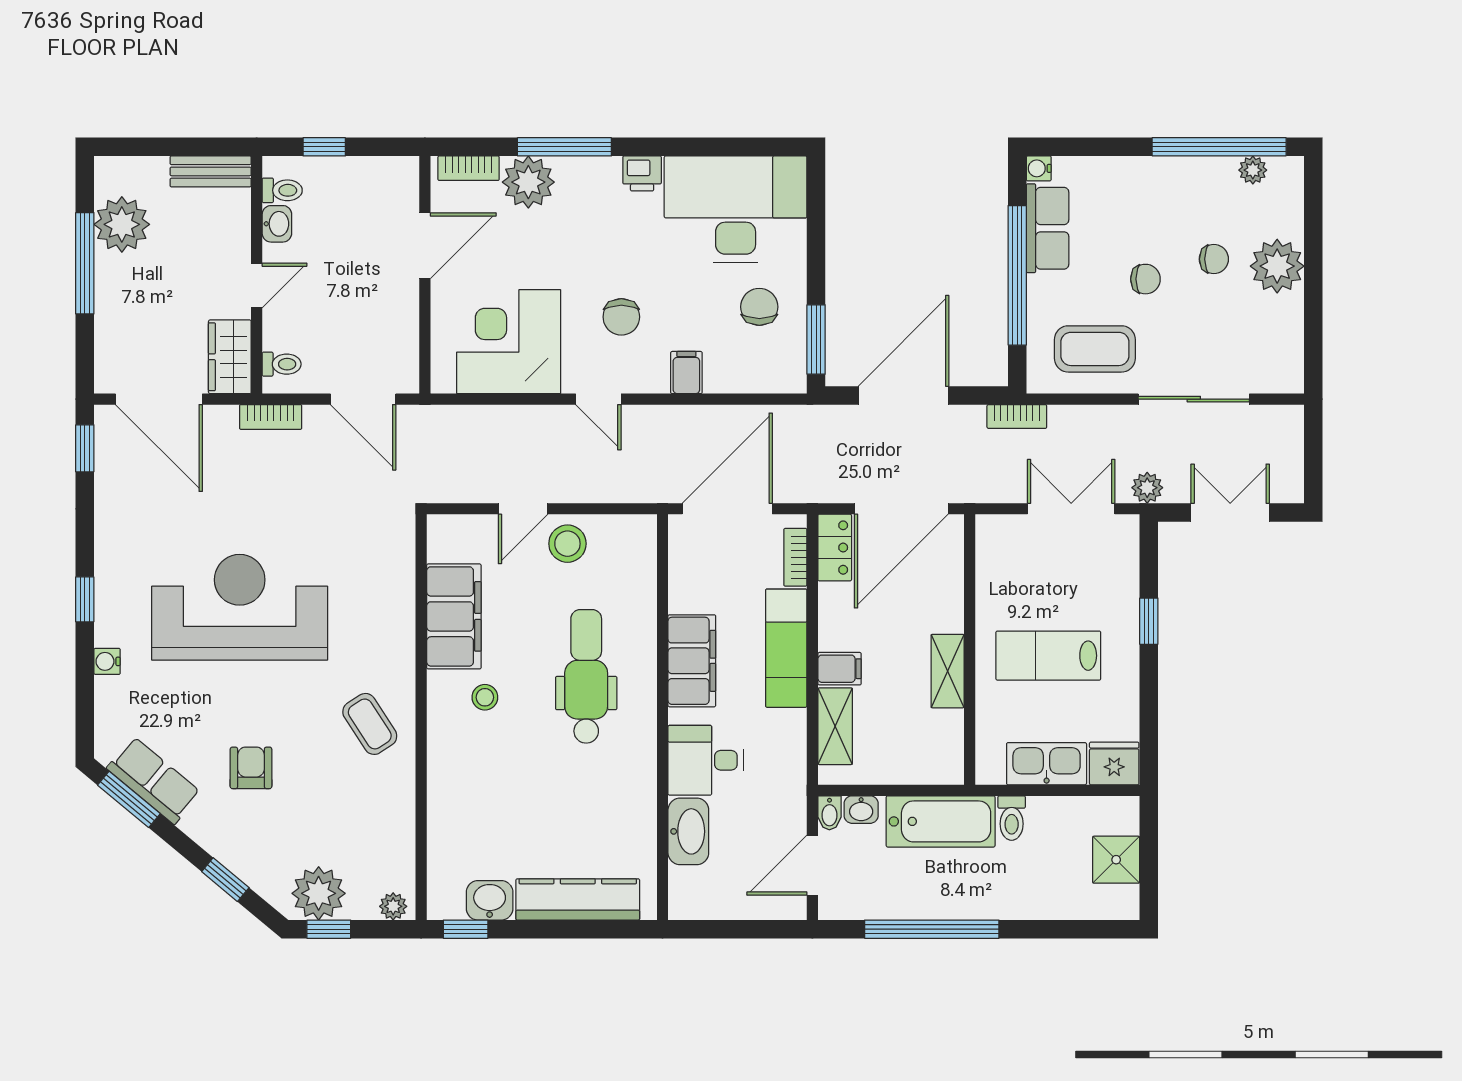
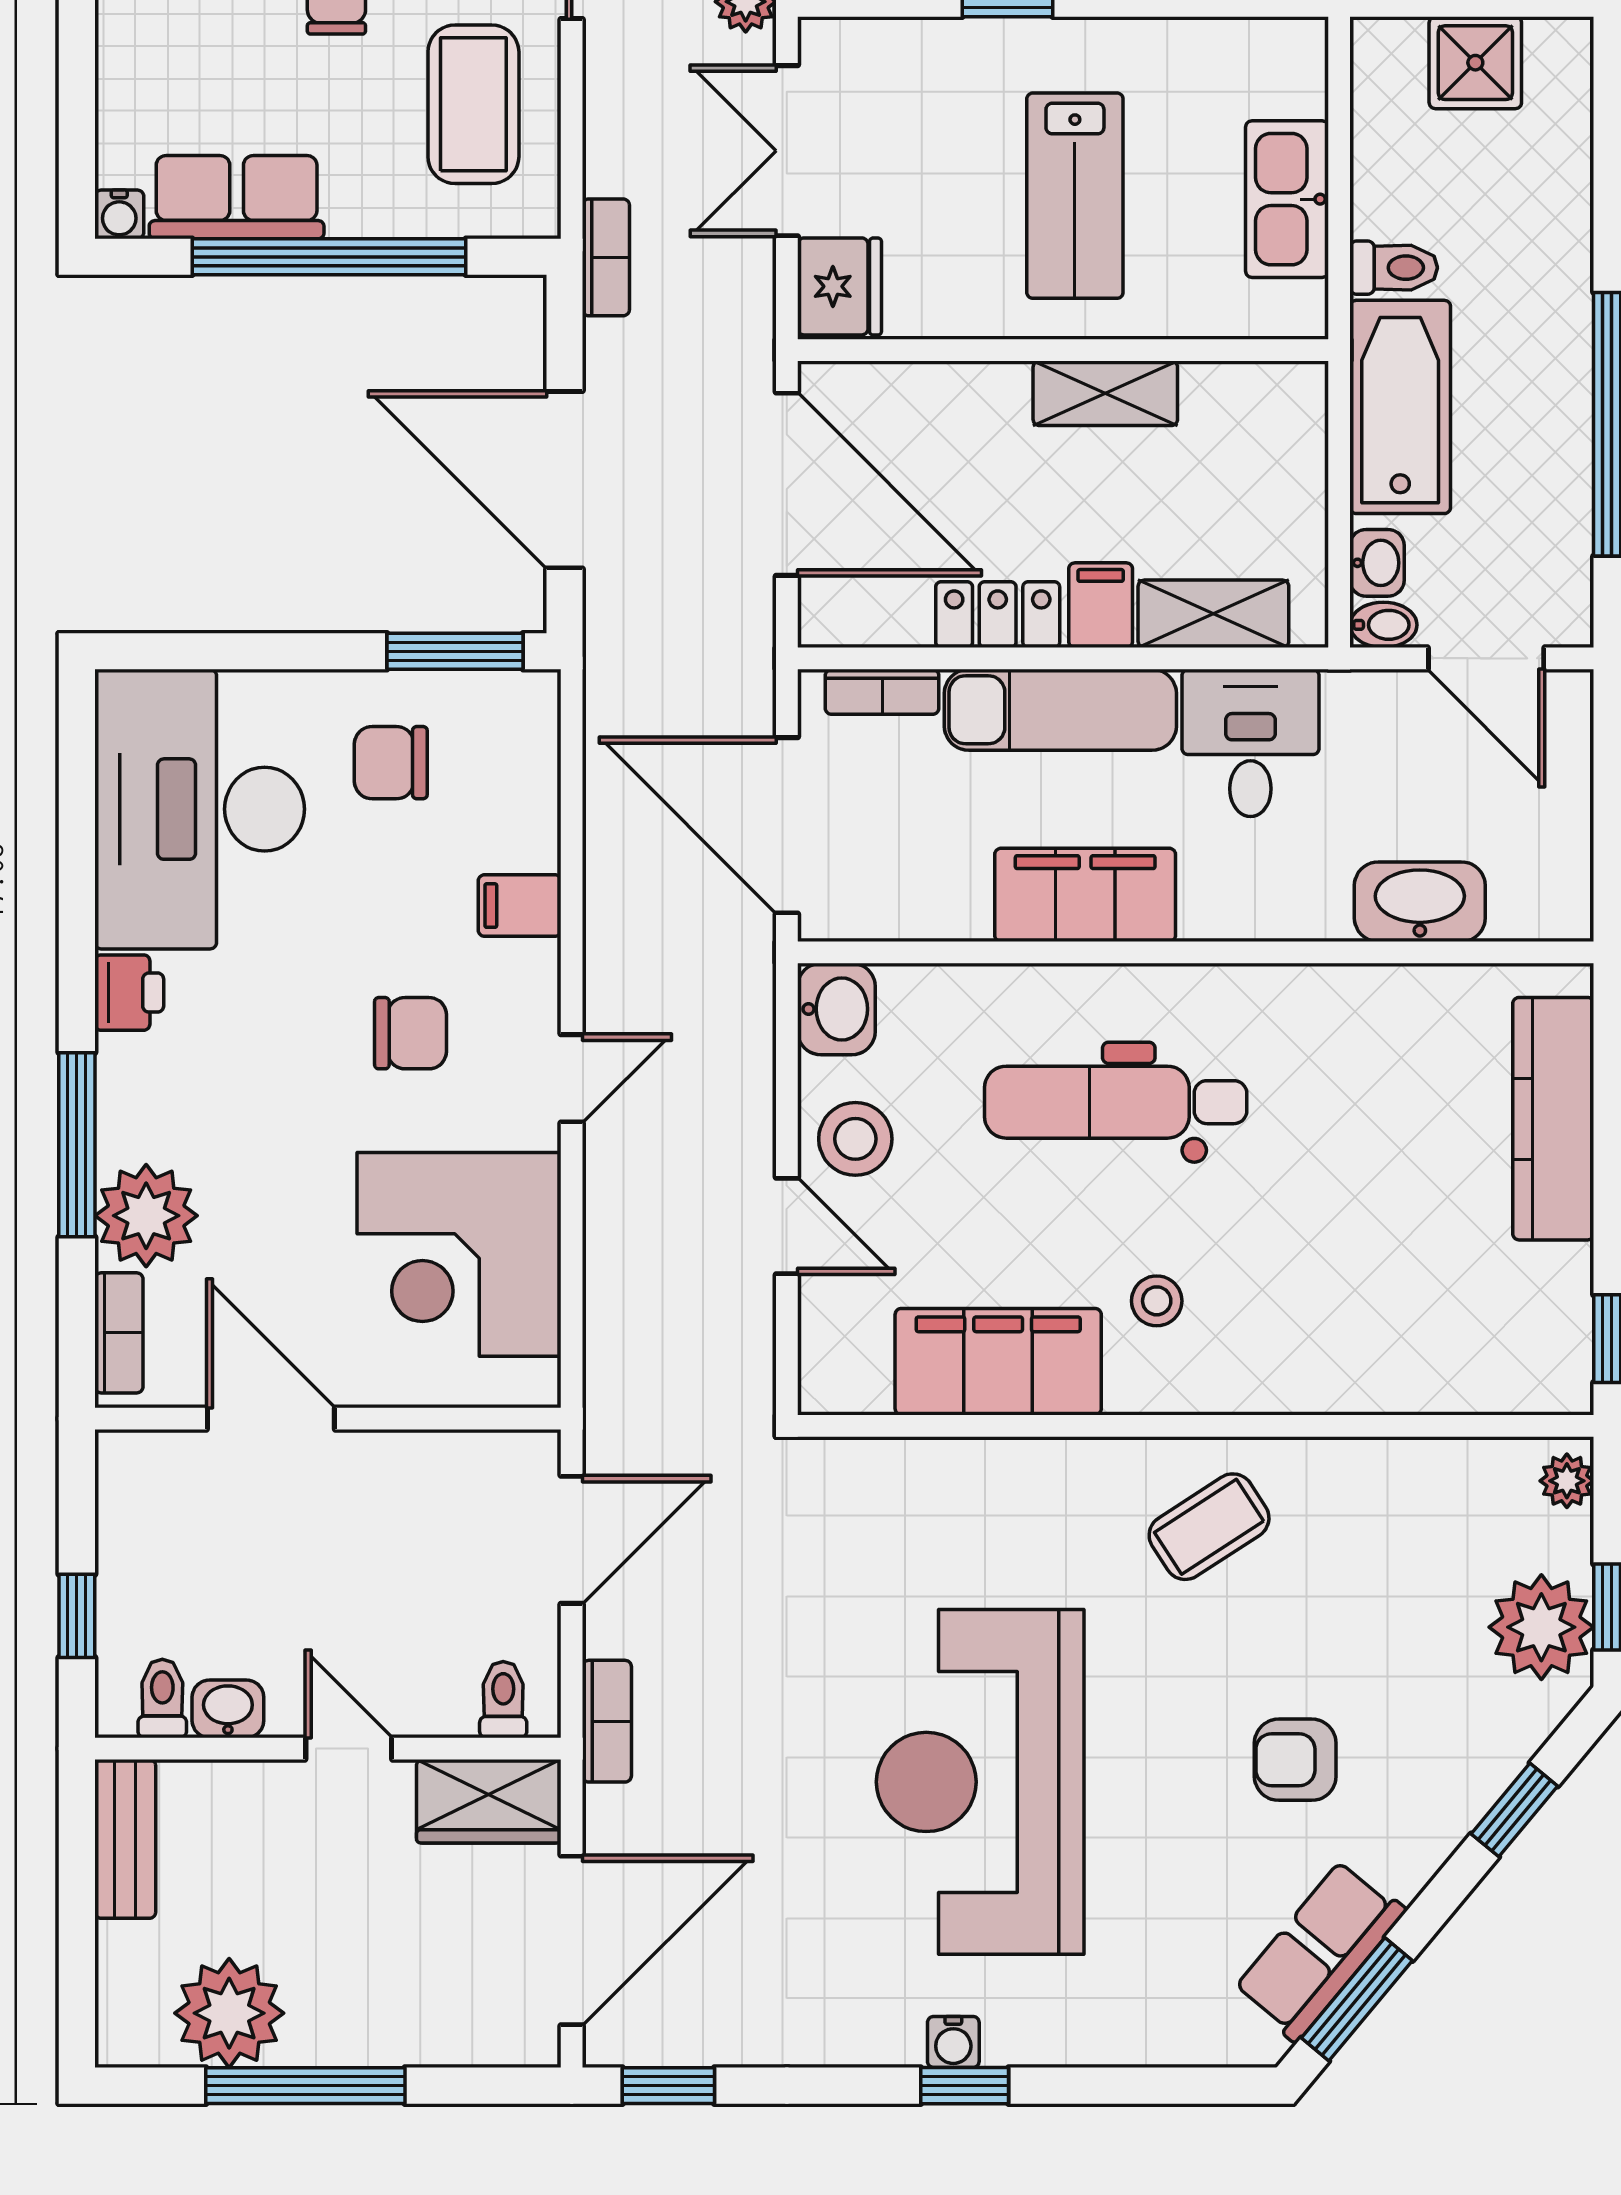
locker: (835, 548) -> (998, 615), moved
water cooler: (107, 661) -> (953, 2042), moved
desk: (706, 760) -> (1250, 743), moved, turned 180
fridge: (1114, 763) -> (839, 286), moved, turned 180
washbasin: (490, 900) -> (836, 1009), moved, turned 180

